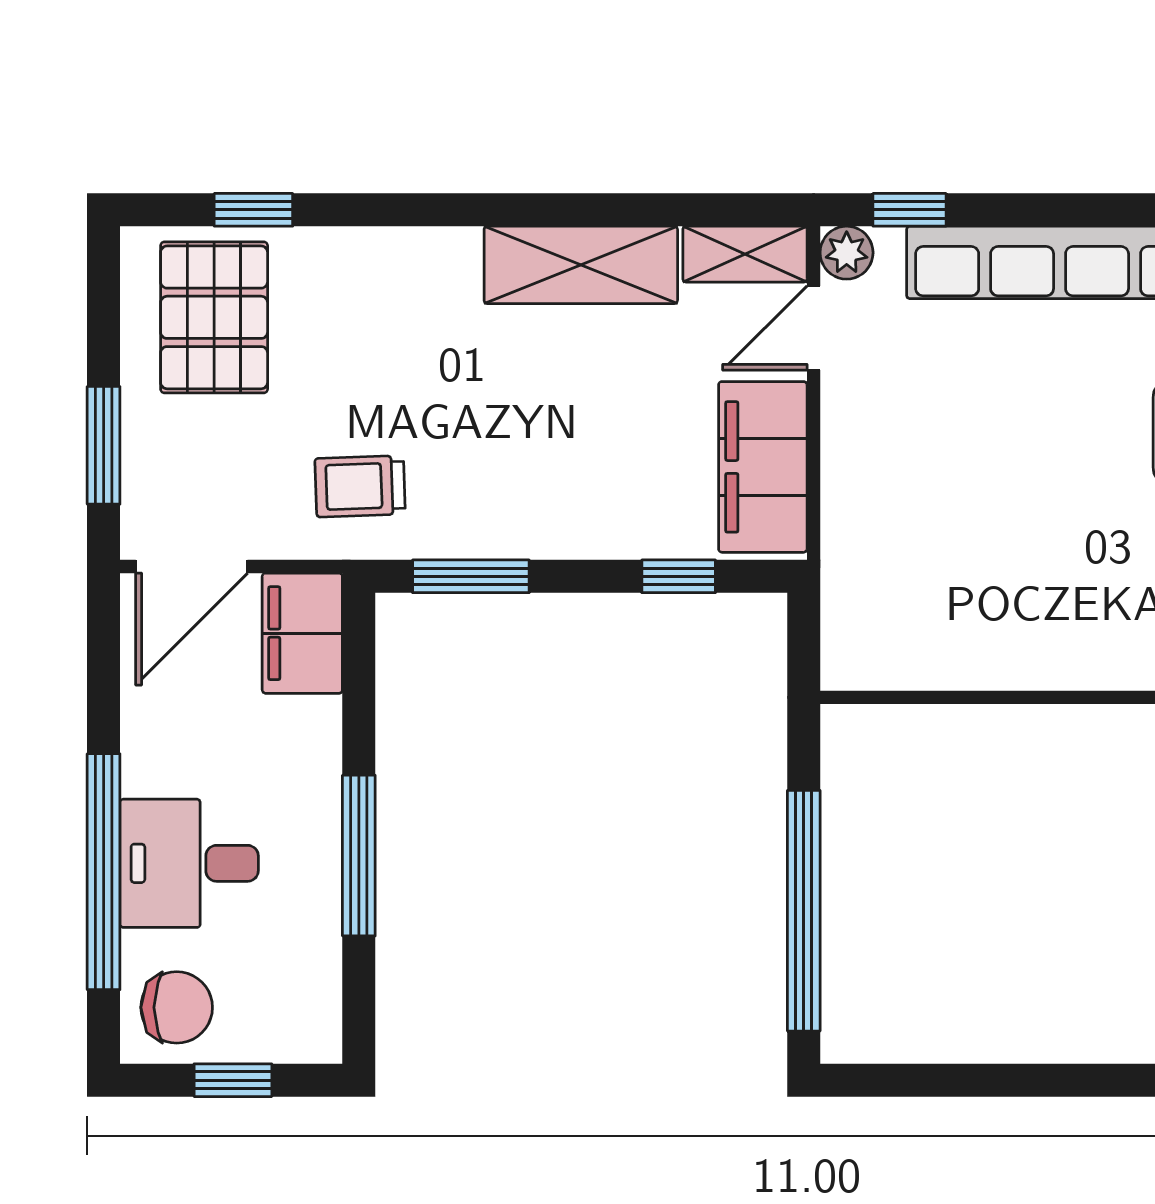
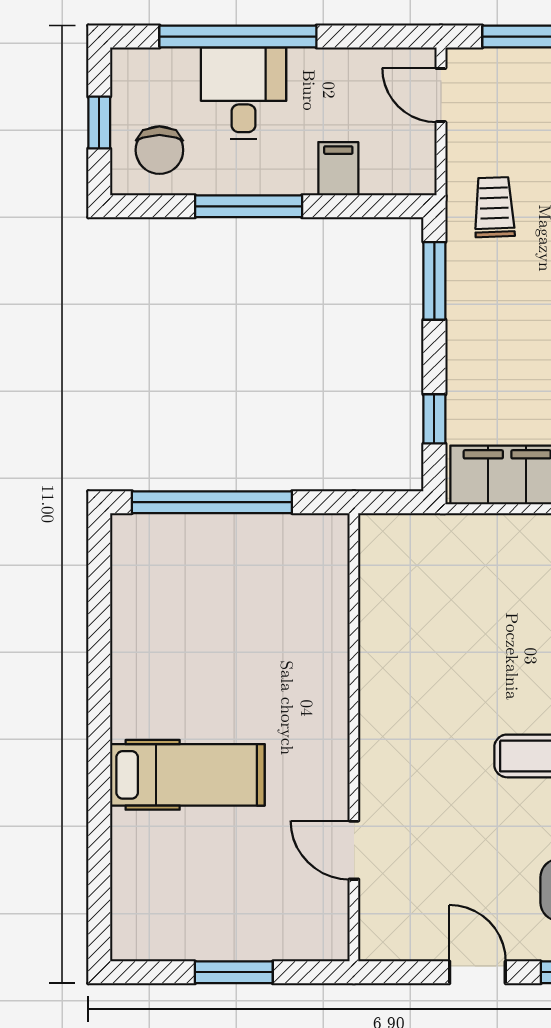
door: (192, 566) -> (441, 95), width x0.73
filing cabinet: (302, 633) -> (338, 169), moved, width x0.50
chair: (177, 1007) -> (159, 150), moved

